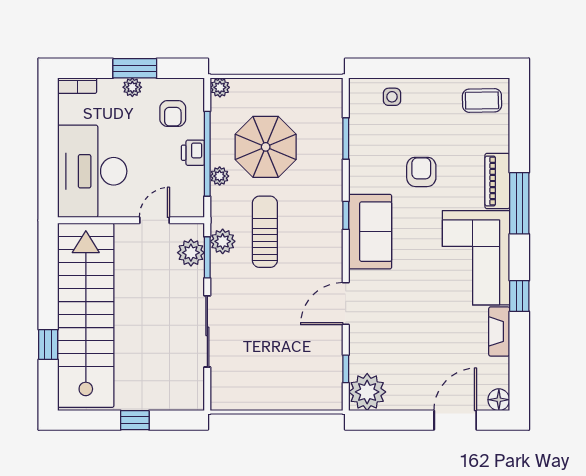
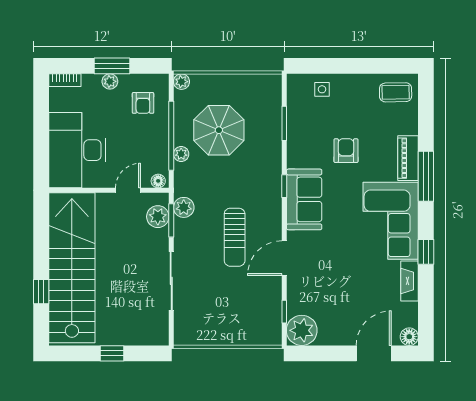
printer: (193, 153) -> (159, 135), removed
floor lamp: (191, 209) -> (158, 181), added
sun lounger: (265, 232) -> (235, 237), moved, turned 180

